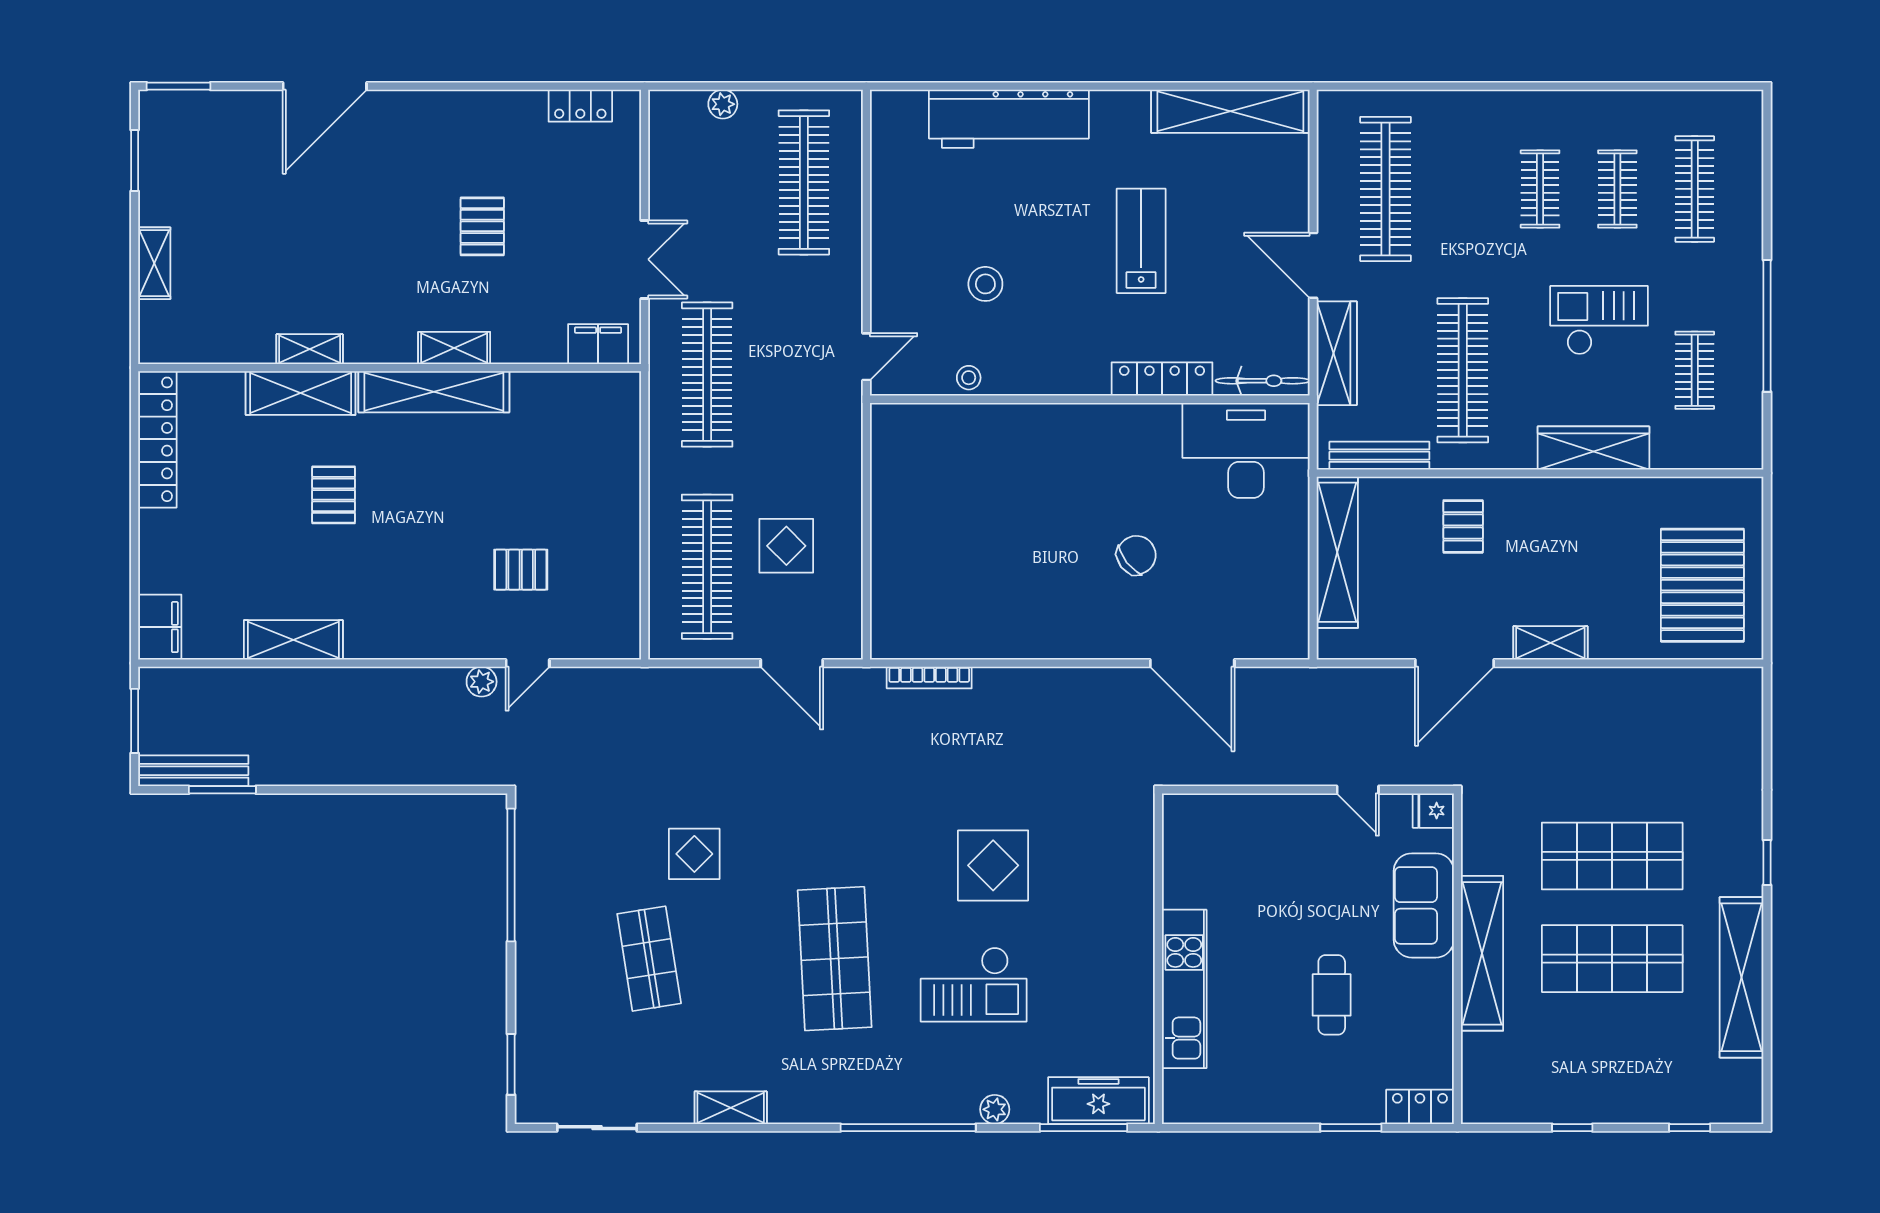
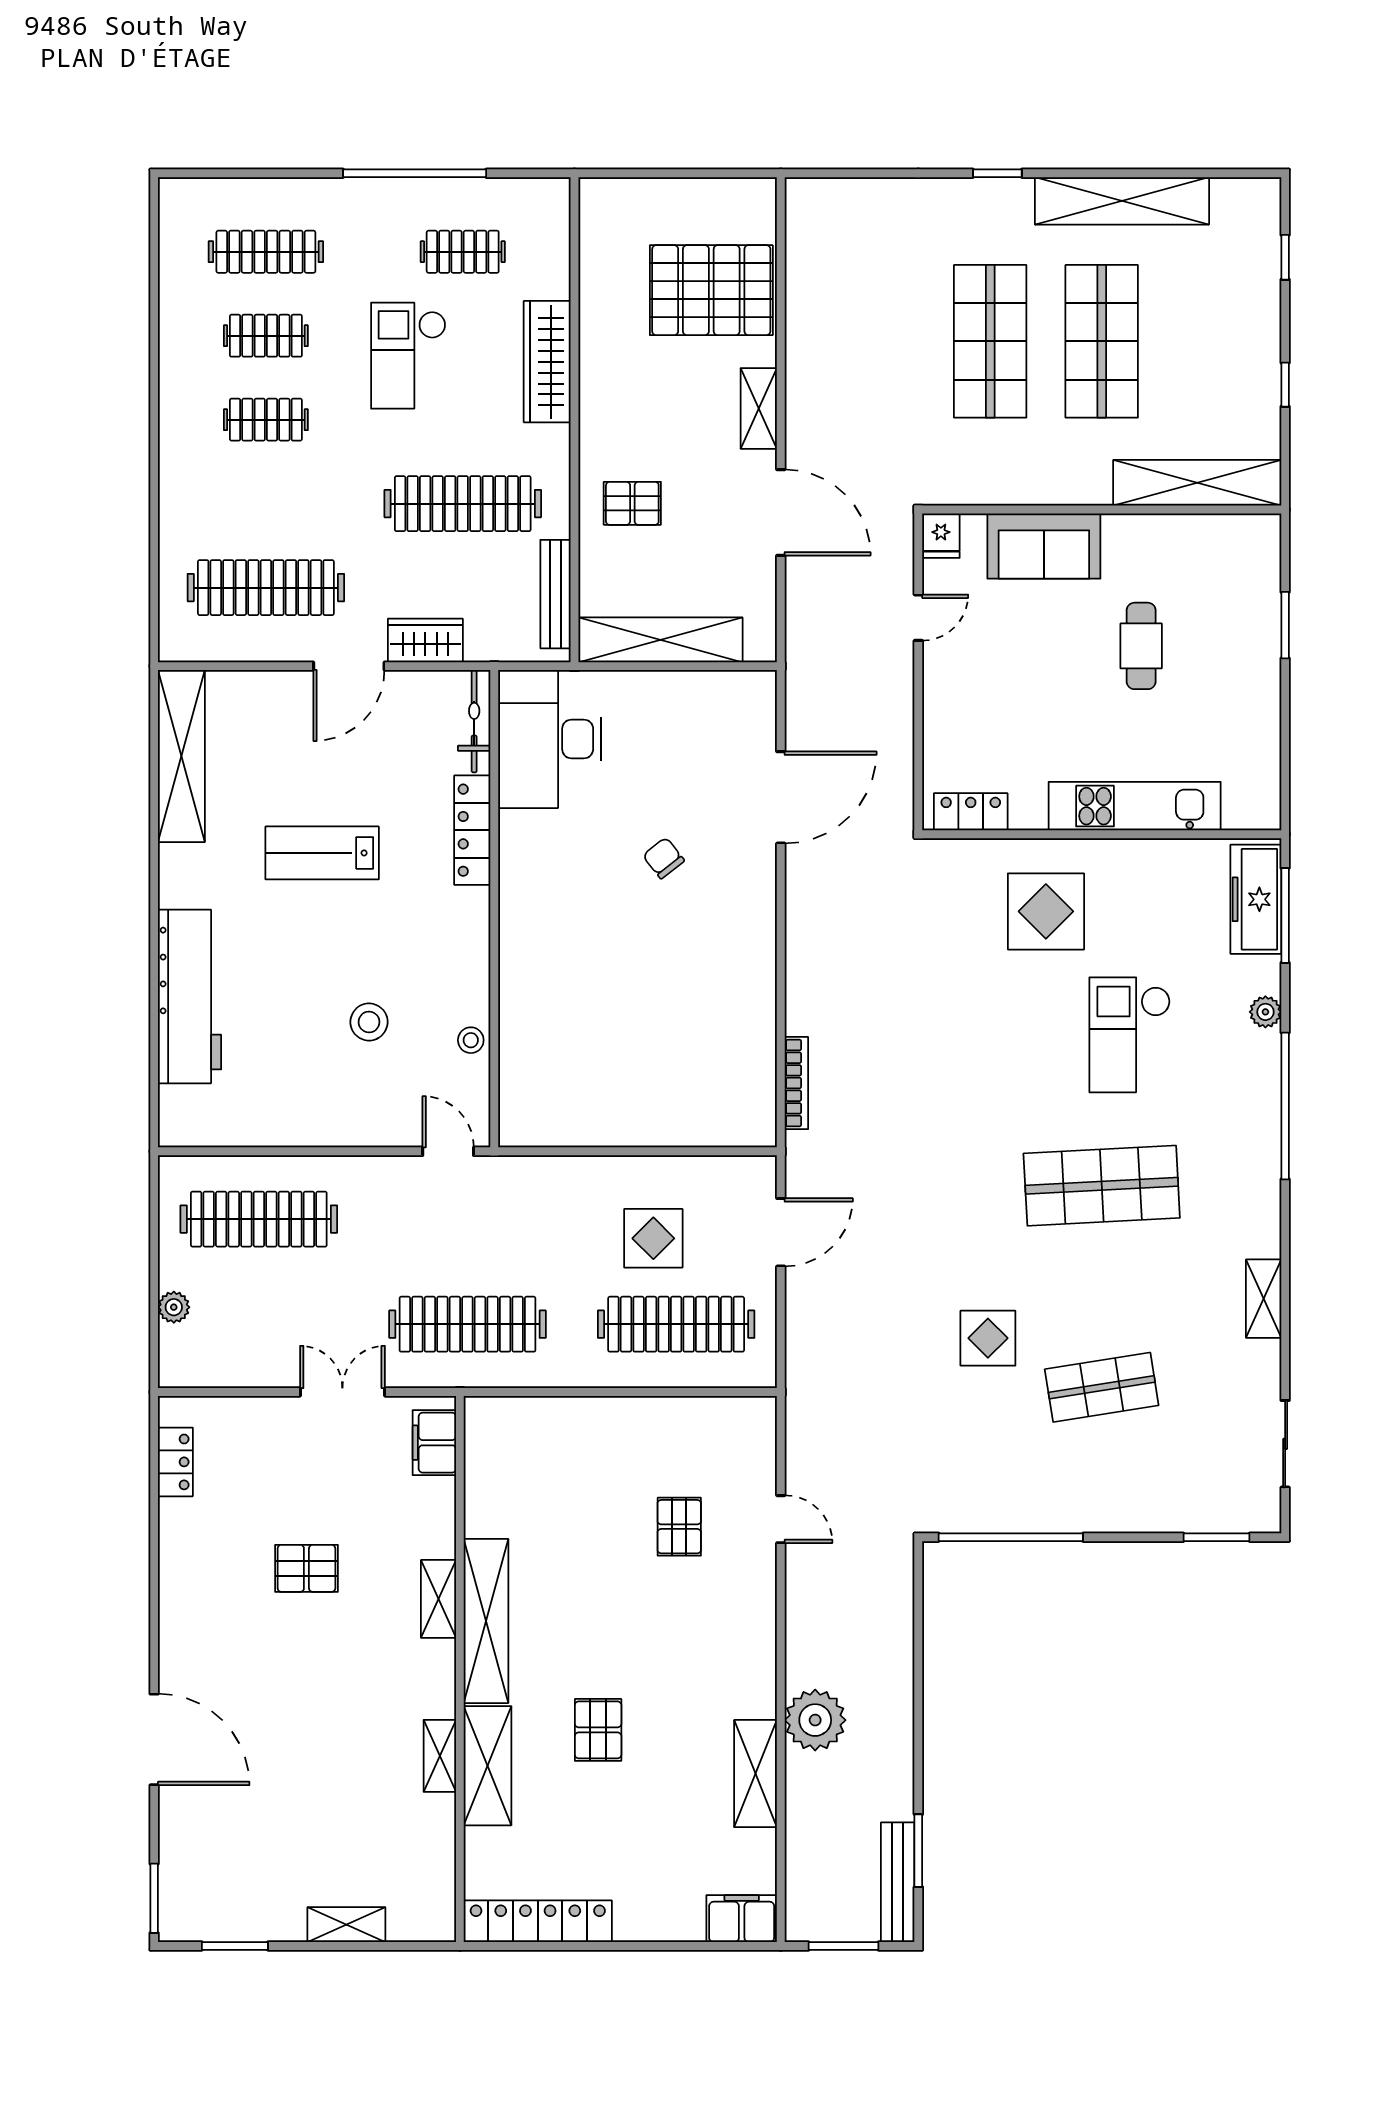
wardrobe: (1337, 353) -> (425, 640), width x0.67
pallet: (334, 495) -> (598, 1730), turned 90
chair: (1136, 555) -> (664, 858), width x0.73, depth x0.73
pallet: (1702, 585) -> (711, 290), moved
plant: (482, 682) -> (815, 1720), moved, width x1.87, depth x1.87
display table: (993, 865) -> (1046, 911), moved
shelving: (1482, 953) -> (1197, 483), moved
checkout: (974, 984) -> (1130, 1035), turned 180
cafe table: (1332, 995) -> (1141, 646), turned 90
locker: (1420, 1107) -> (971, 812), moved, turned 90

